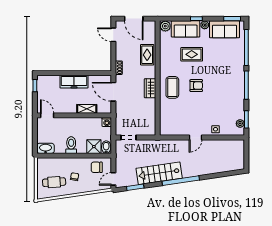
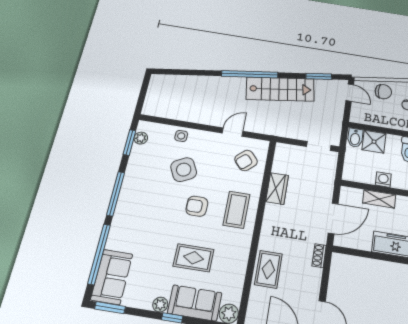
sofa: (224, 29) -> (112, 277), moved, turned 90
wardrobe: (150, 88) -> (277, 188), moved
door: (113, 92) -> (333, 218), hinge flipped
side table: (209, 107) -> (184, 170), added
armchair: (172, 120) -> (246, 160), added
washing machine: (107, 122) -> (383, 180), moved
door: (196, 138) -> (233, 132), moved
chair: (97, 167) -> (383, 92), moved
door: (113, 179) -> (350, 93), hinge flipped

